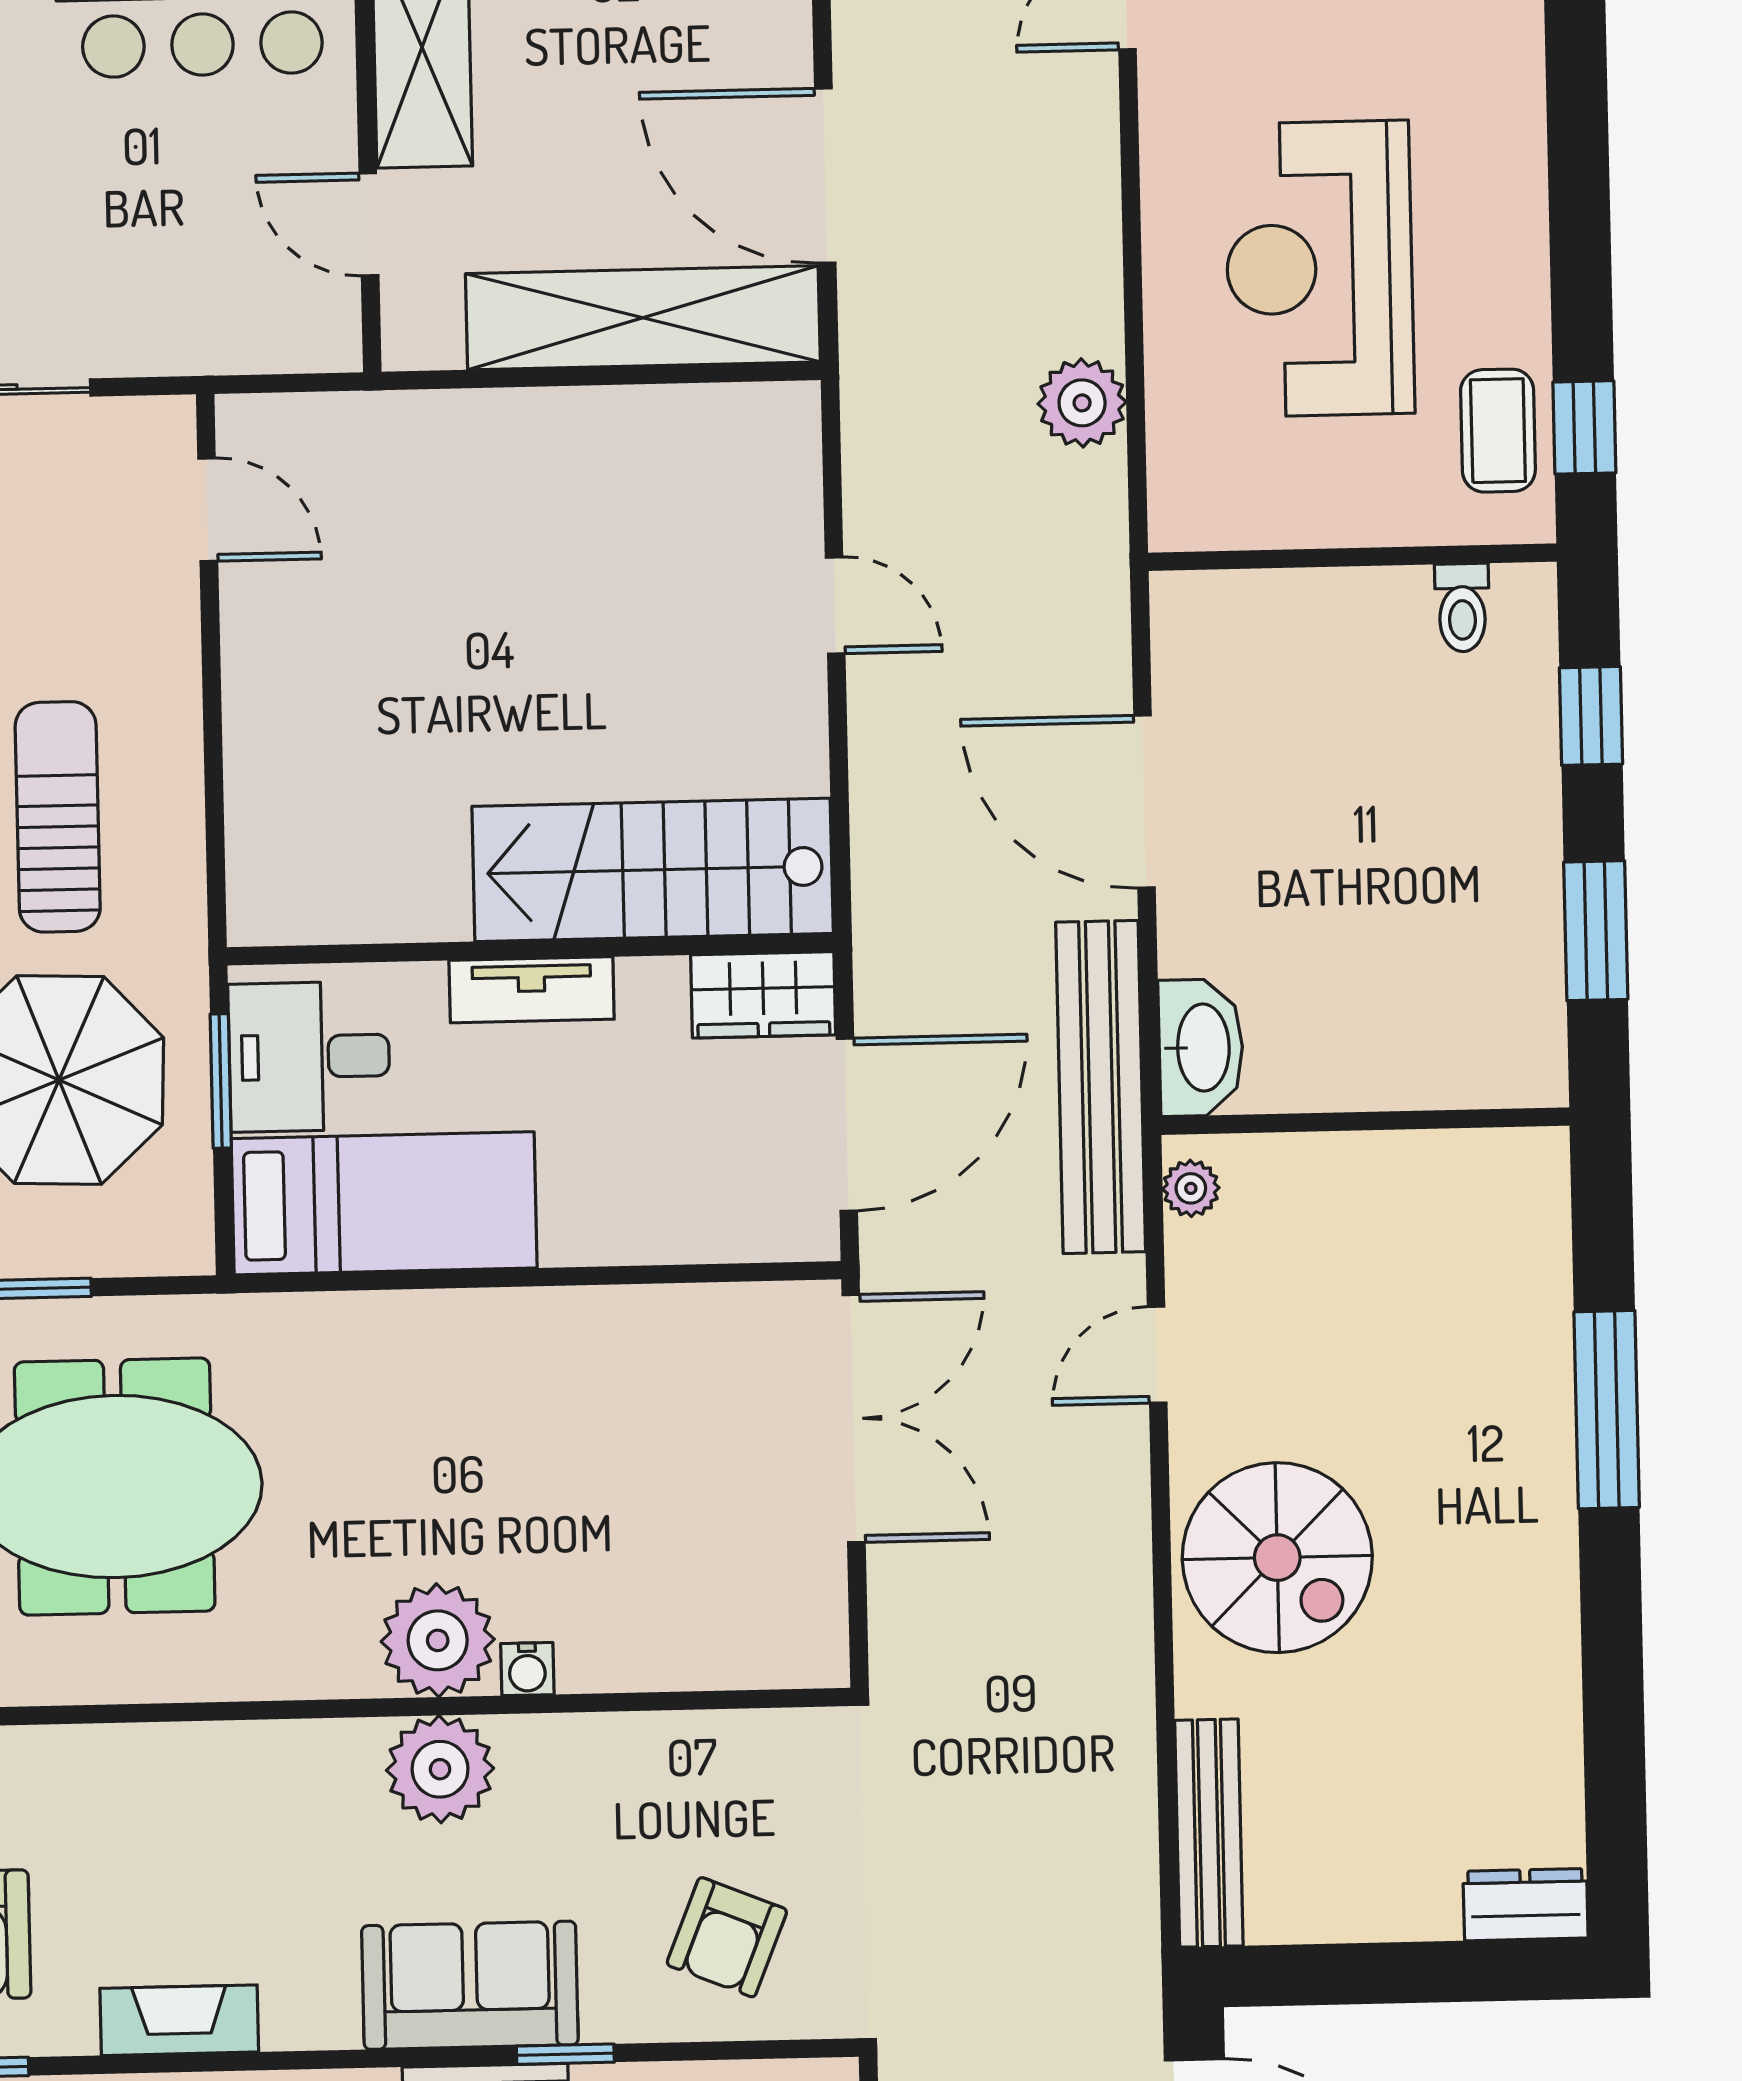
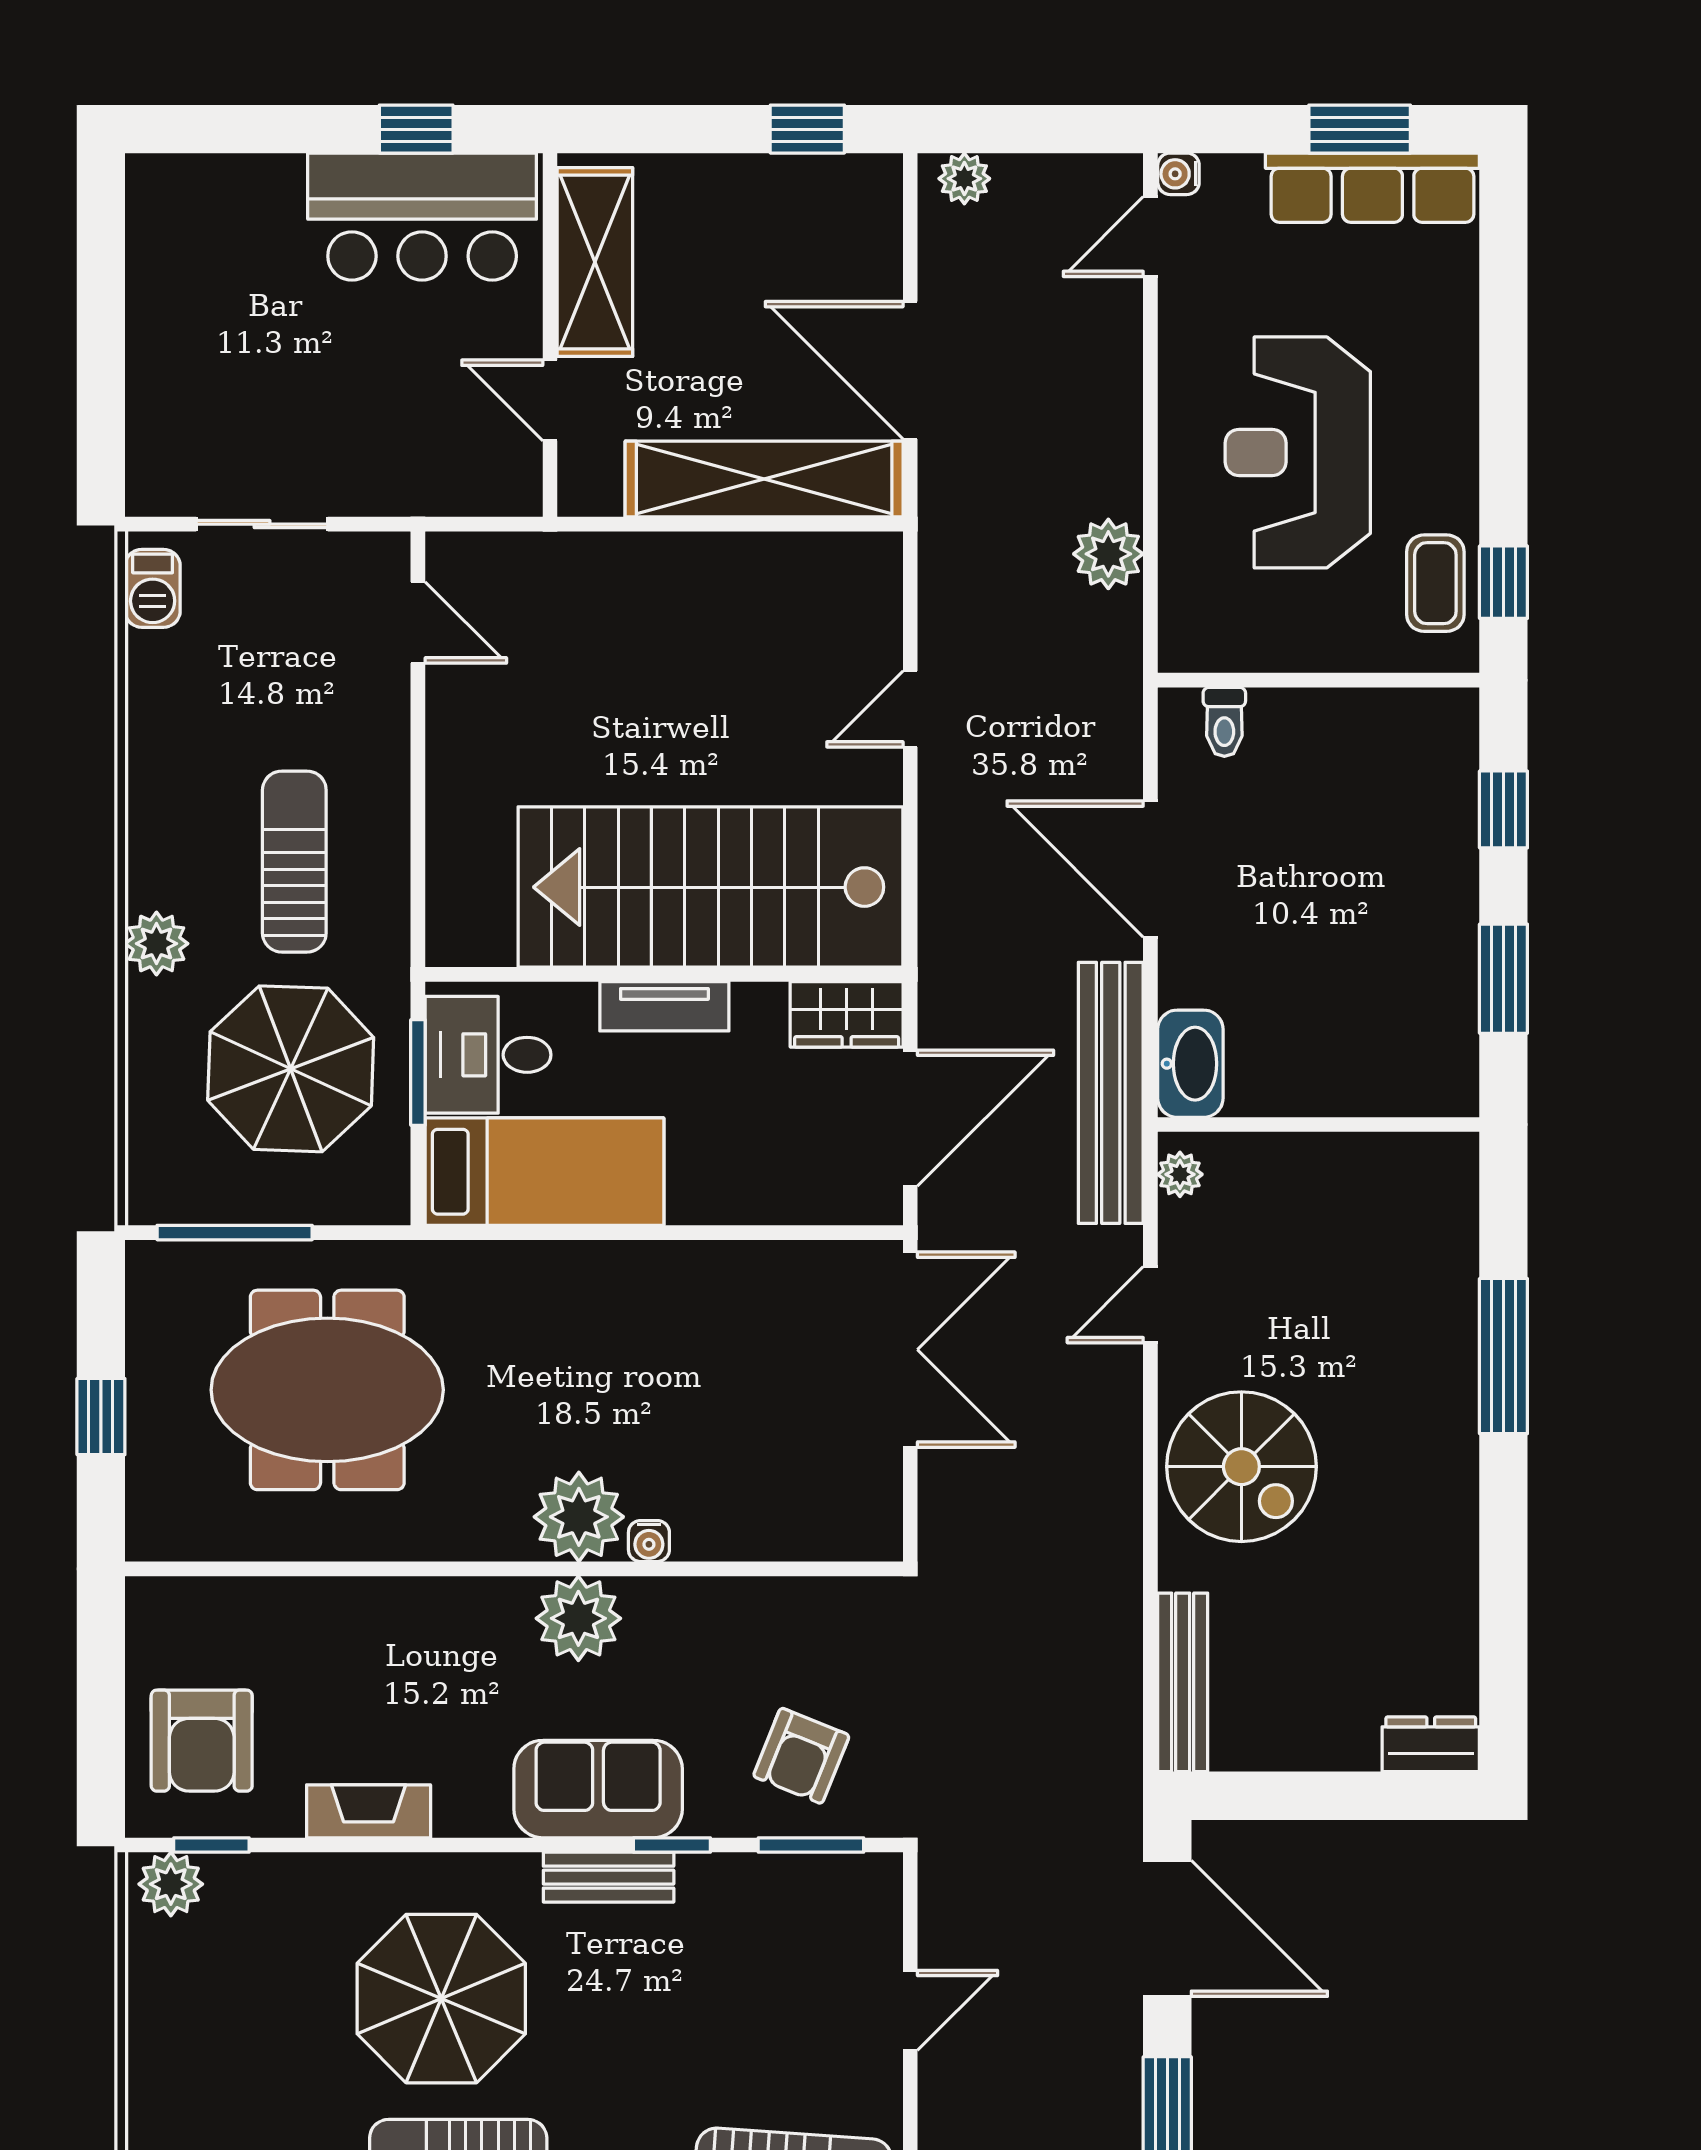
door: (835, 605) -> (910, 709), swing flipped
toilet: (1462, 608) -> (1224, 722), moved
stairs: (653, 870) -> (711, 887), width x1.36, depth x1.51
window: (742, 2050) -> (811, 1845), added

